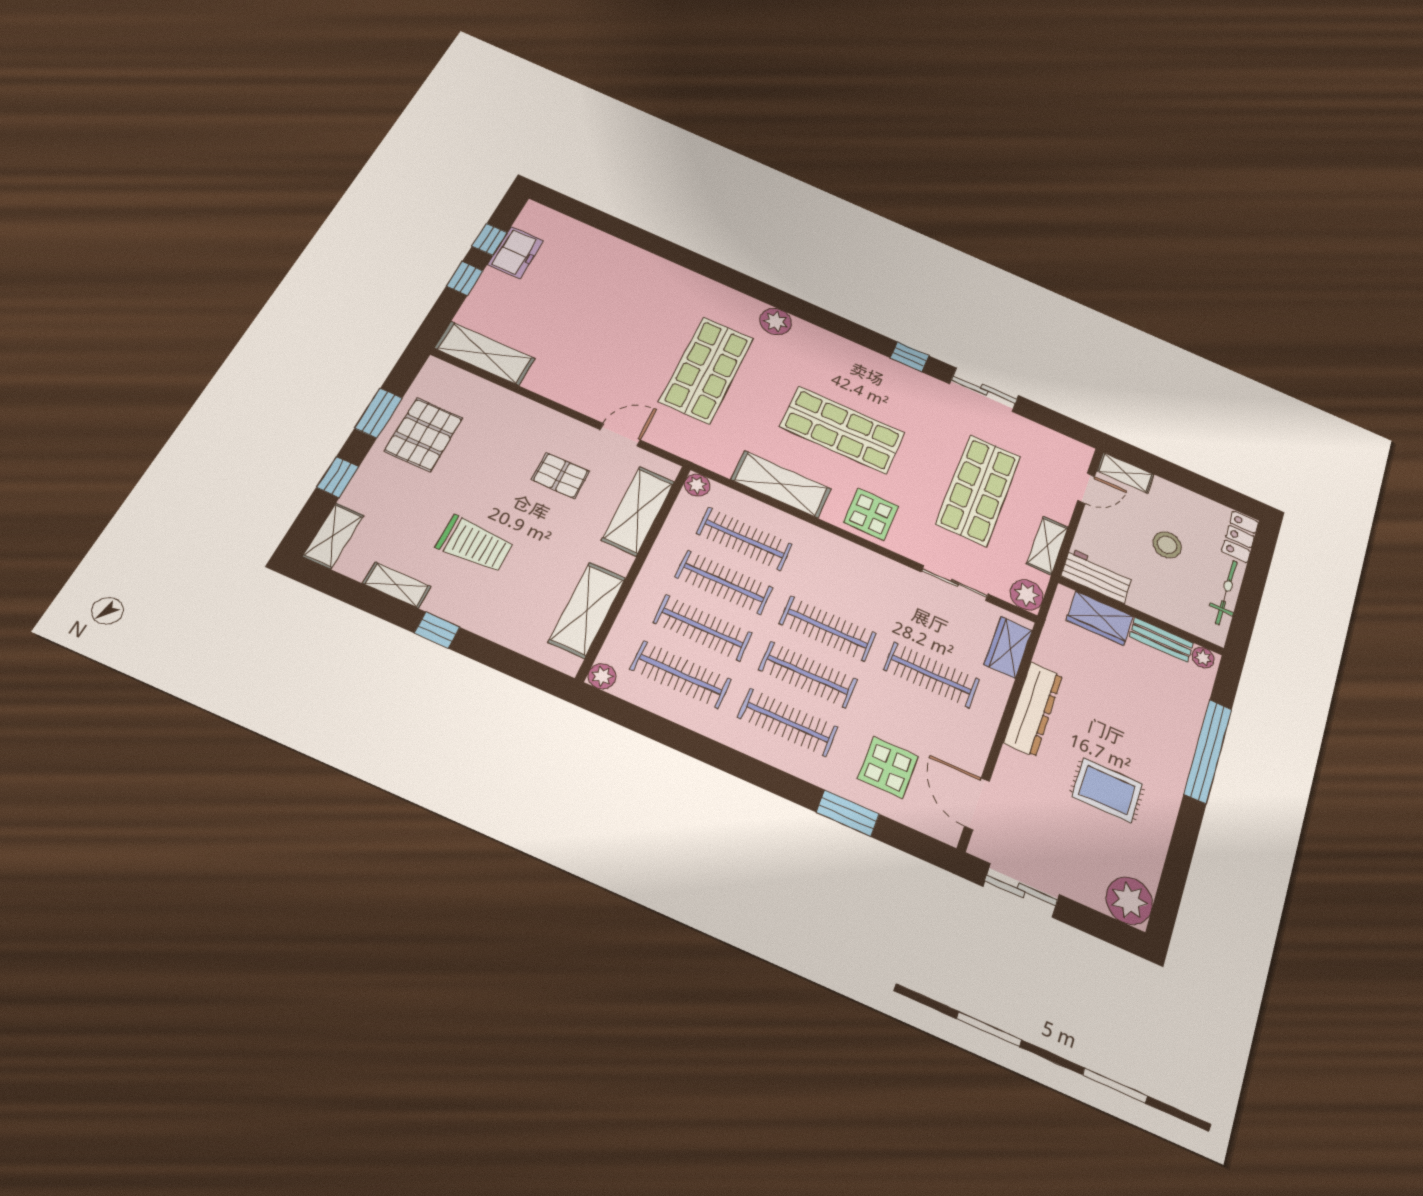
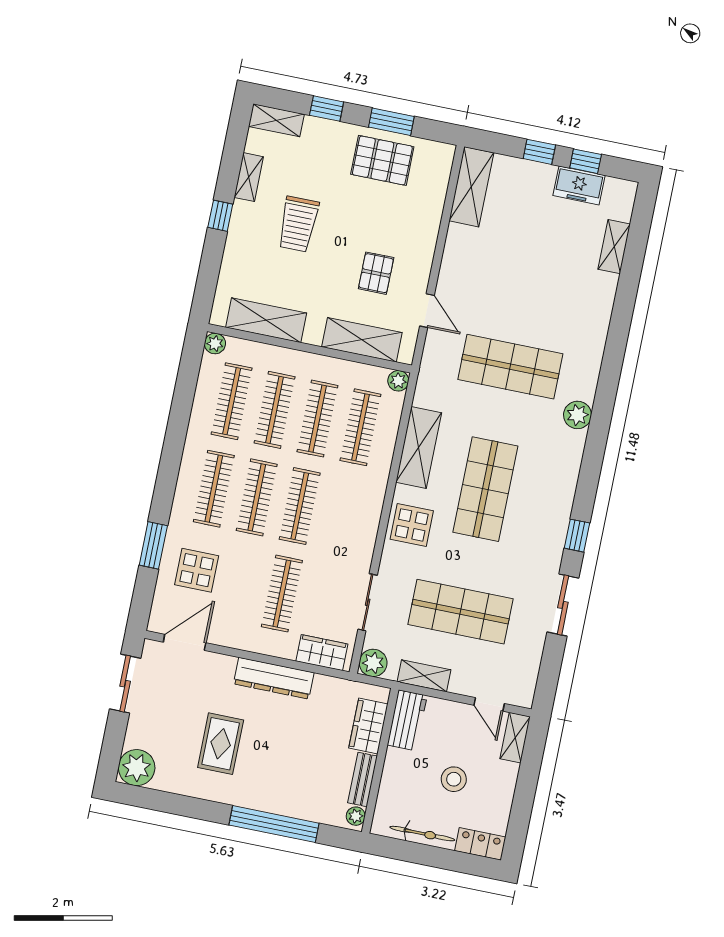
shelving: (595, 239) -> (614, 247), added

